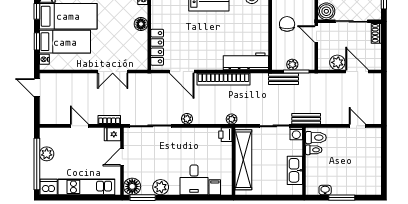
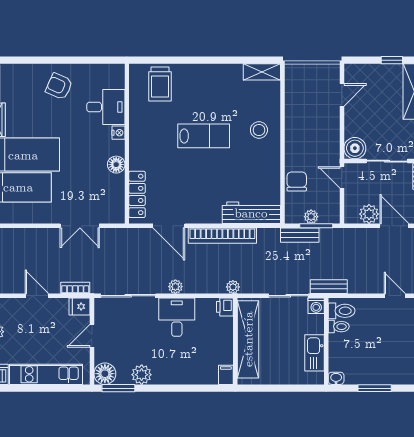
chair: (287, 24) -> (297, 181), moved
desk: (194, 180) -> (177, 317), moved, turned 180
filing cabinet: (215, 187) -> (226, 375), moved
washbasin: (325, 190) -> (336, 378), moved

